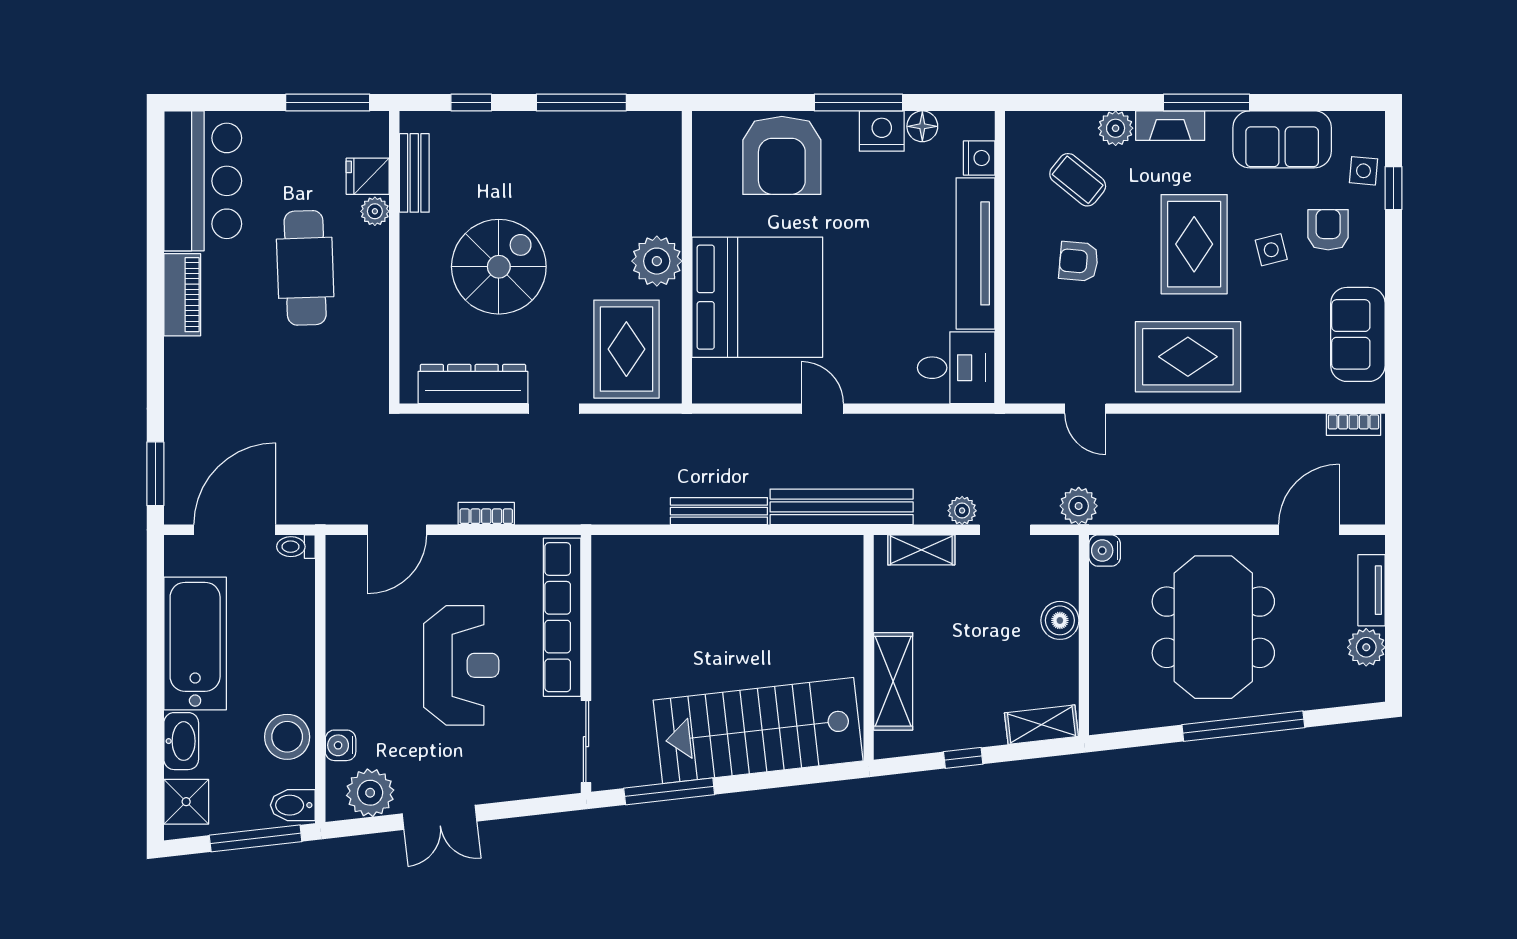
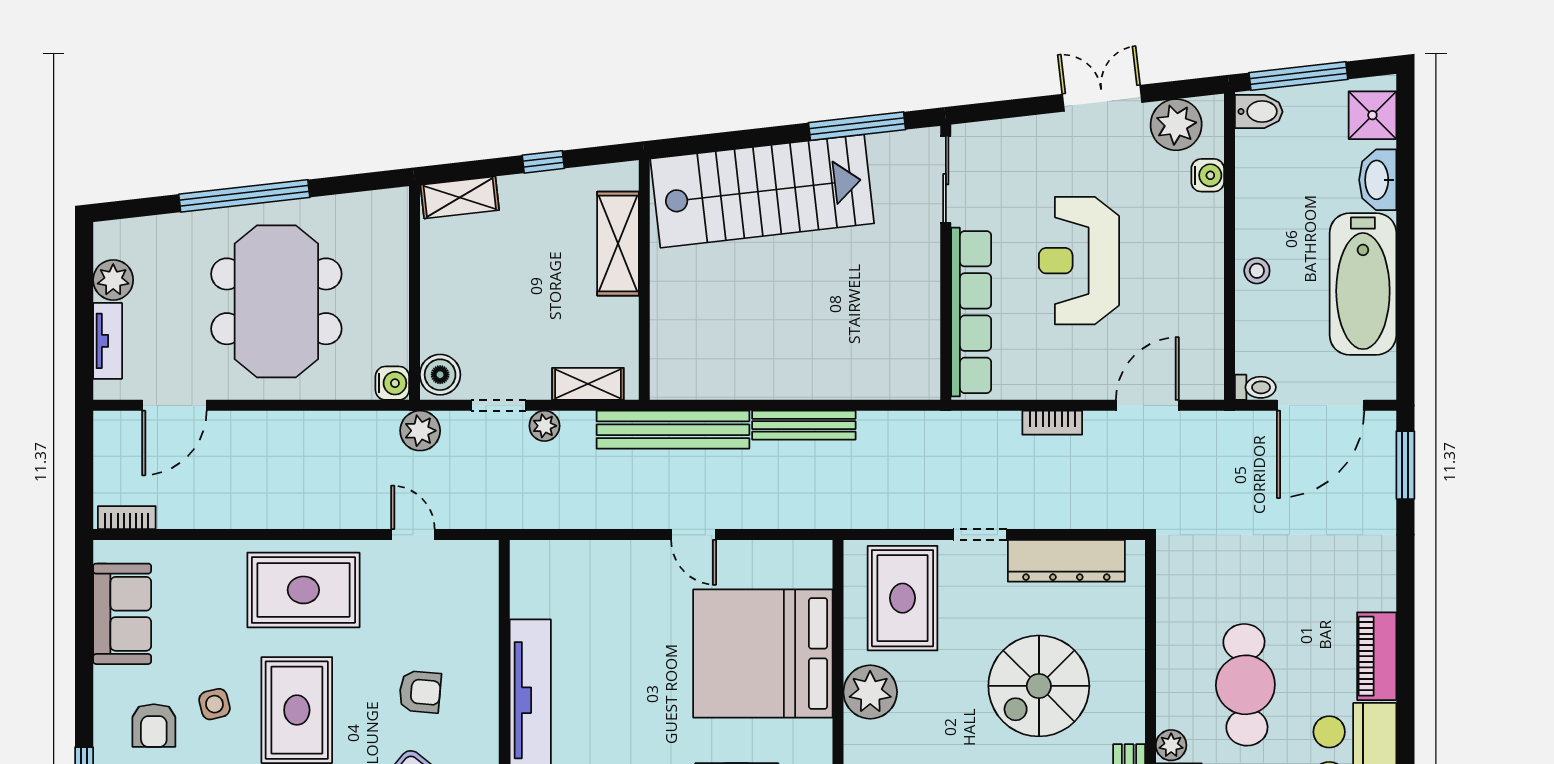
desk: (956, 368) -> (551, 578), removed
boiler: (1060, 620) -> (440, 375), moved
stool: (287, 737) -> (1257, 271), moved, width x0.53, depth x0.53

